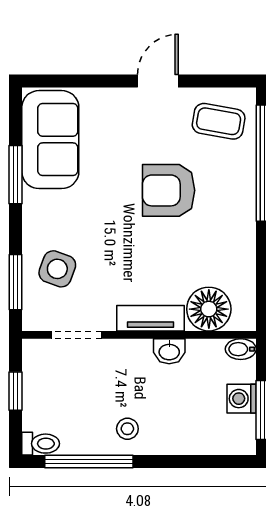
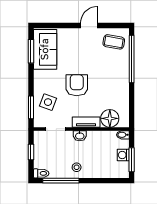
window: (16, 175) -> (31, 51), moved
armchair: (169, 190) -> (77, 85), moved, turned 90
washbasin: (169, 351) -> (80, 136), moved

